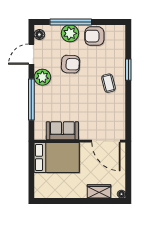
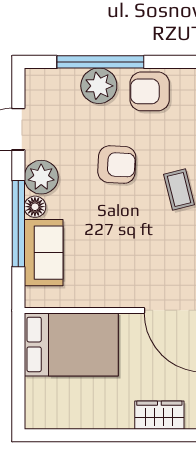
floor lamp: (39, 35) -> (35, 207), moved
armchair: (70, 64) -> (117, 165), moved
sofa: (62, 131) -> (44, 253), moved, turned 90

